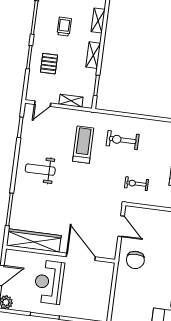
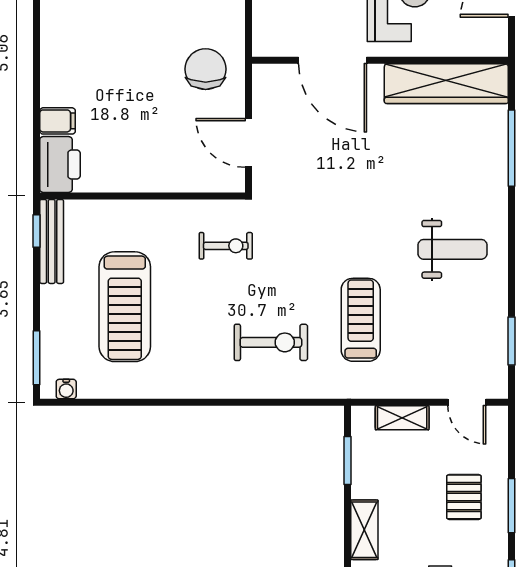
door: (43, 104) -> (467, 402), swing flipped
treadmill: (83, 145) -> (361, 320), turned 180

